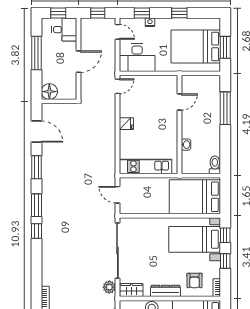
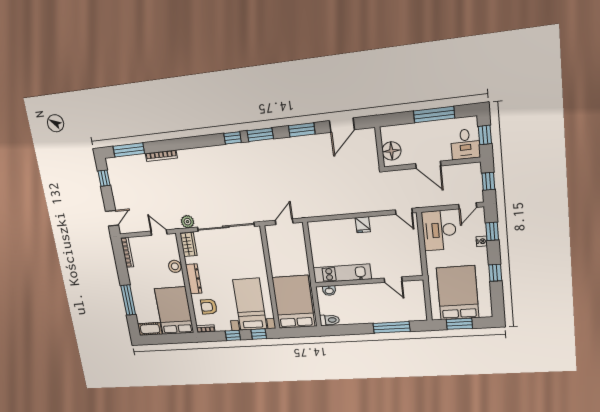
floor lamp: (49, 92) -> (391, 151), moved
washbasin: (186, 145) -> (329, 291), moved
kitchen unit: (145, 166) -> (342, 273), moved, turned -90

